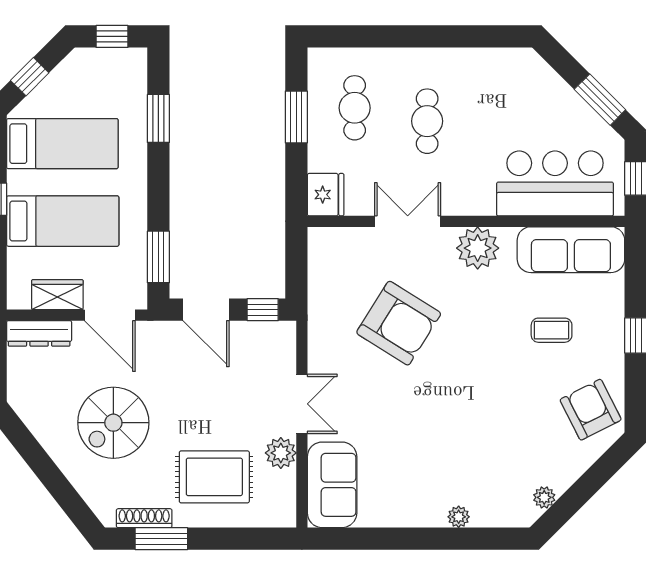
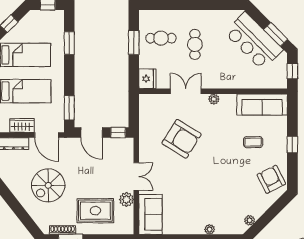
cafe table: (355, 108) -> (161, 38), turned 90
bar counter: (555, 183) -> (254, 41), moved, turned -135
plant: (478, 248) -> (214, 99), width x0.53, depth x0.53

